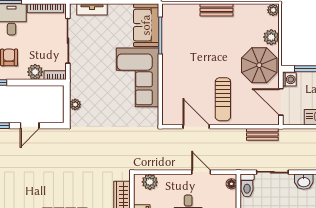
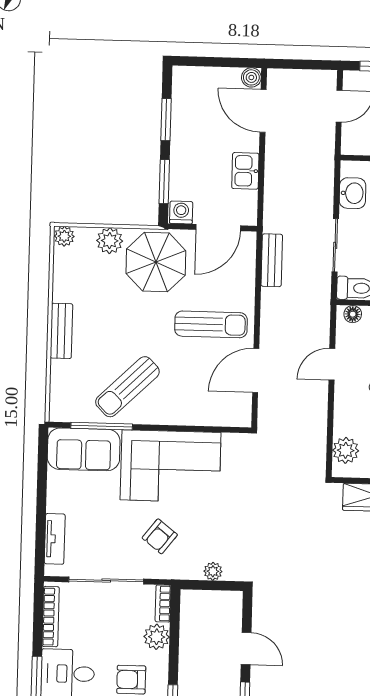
sun lounger: (184, 50) -> (127, 387), added
armchair: (95, 72) -> (160, 536), added

